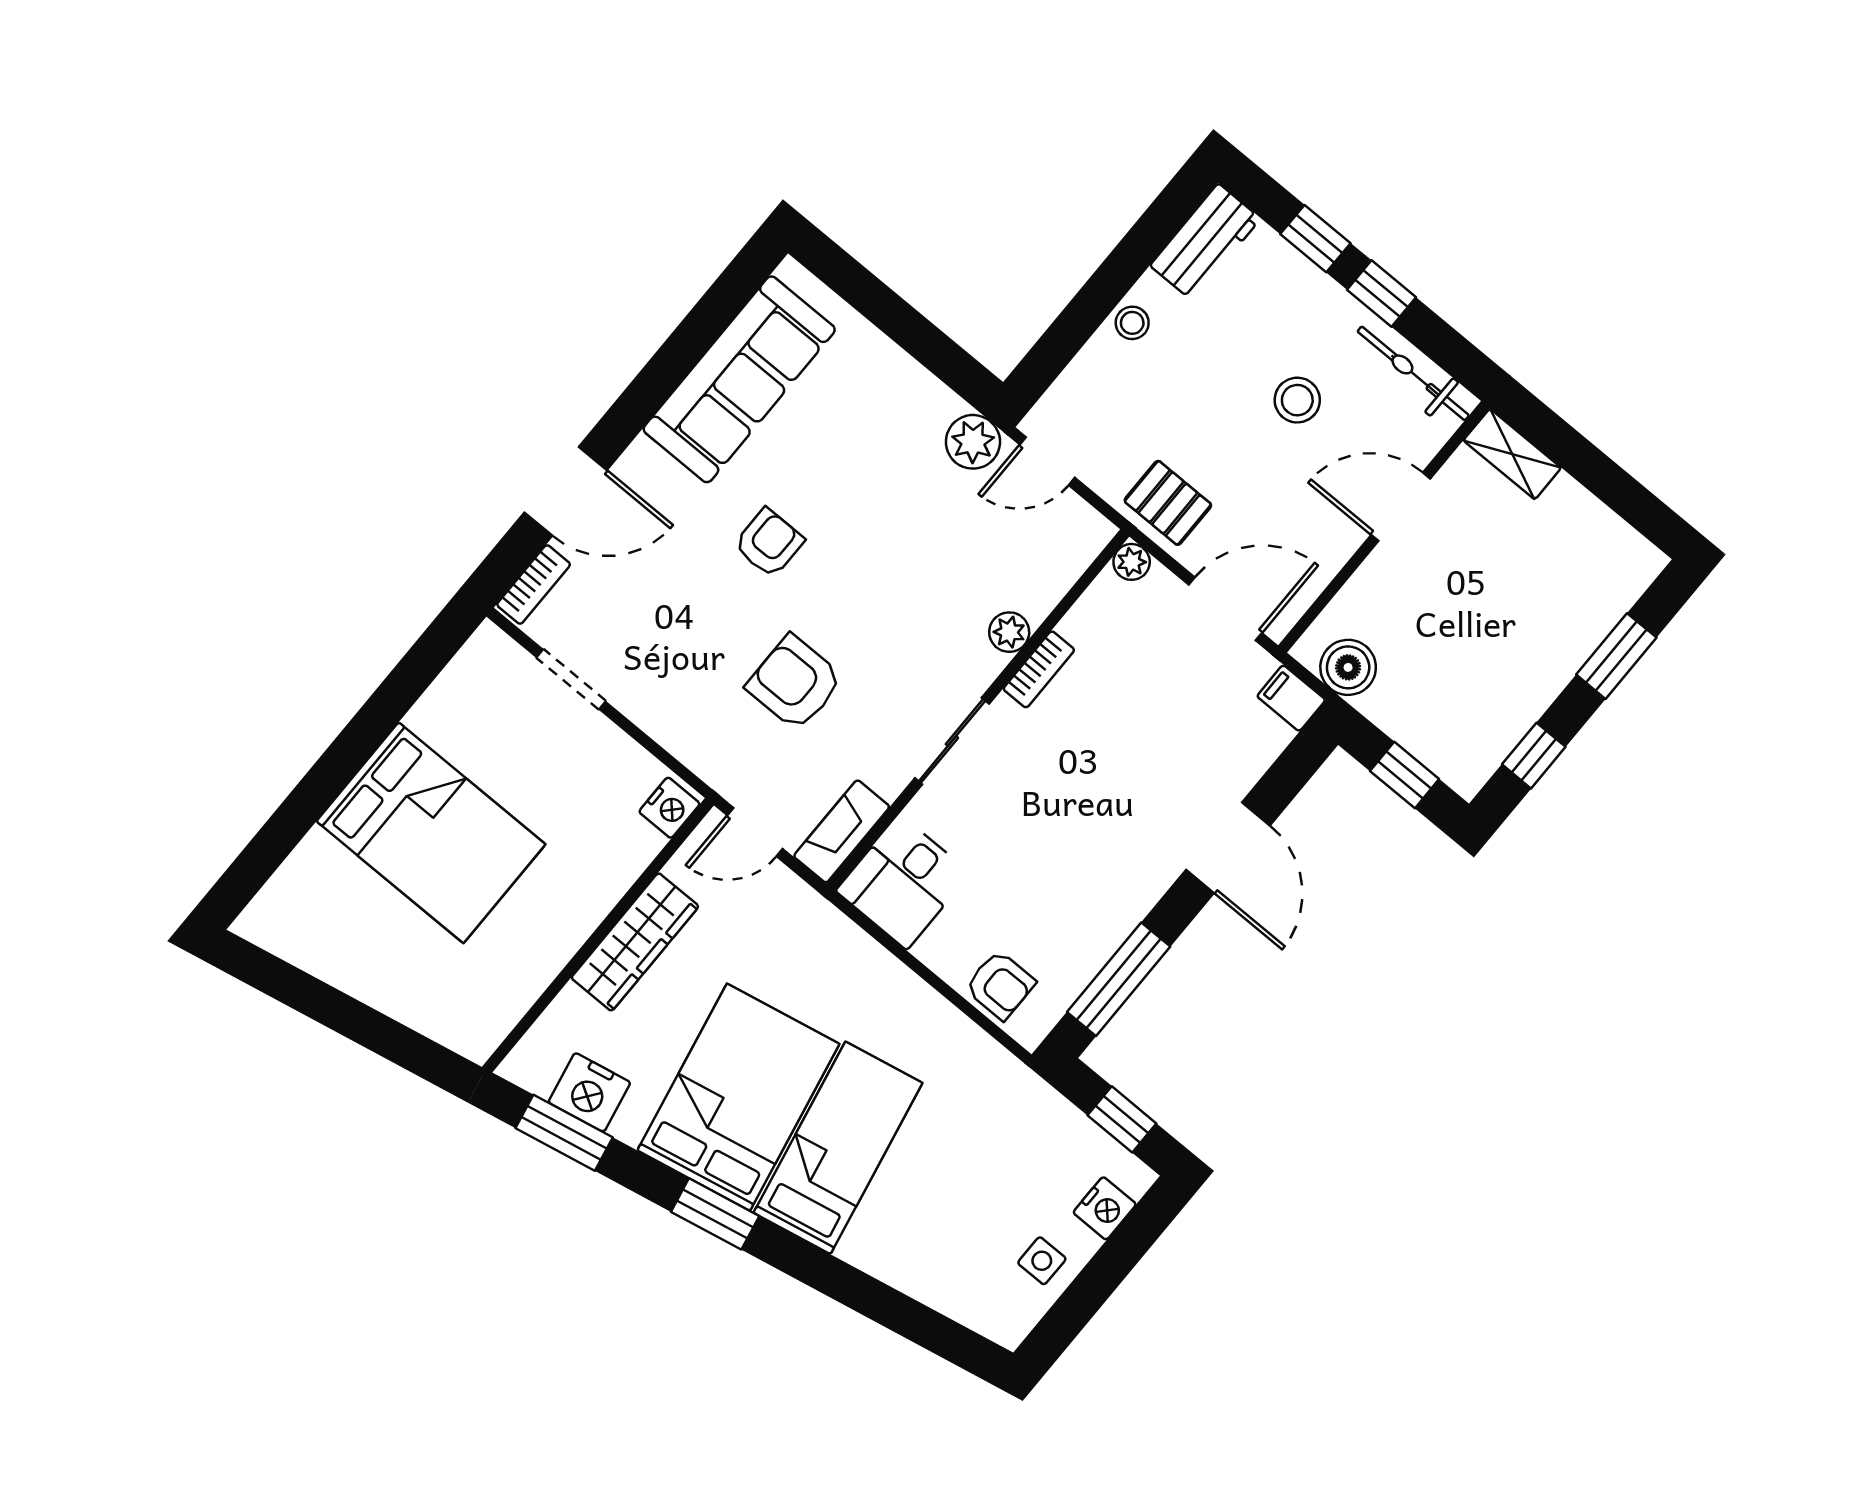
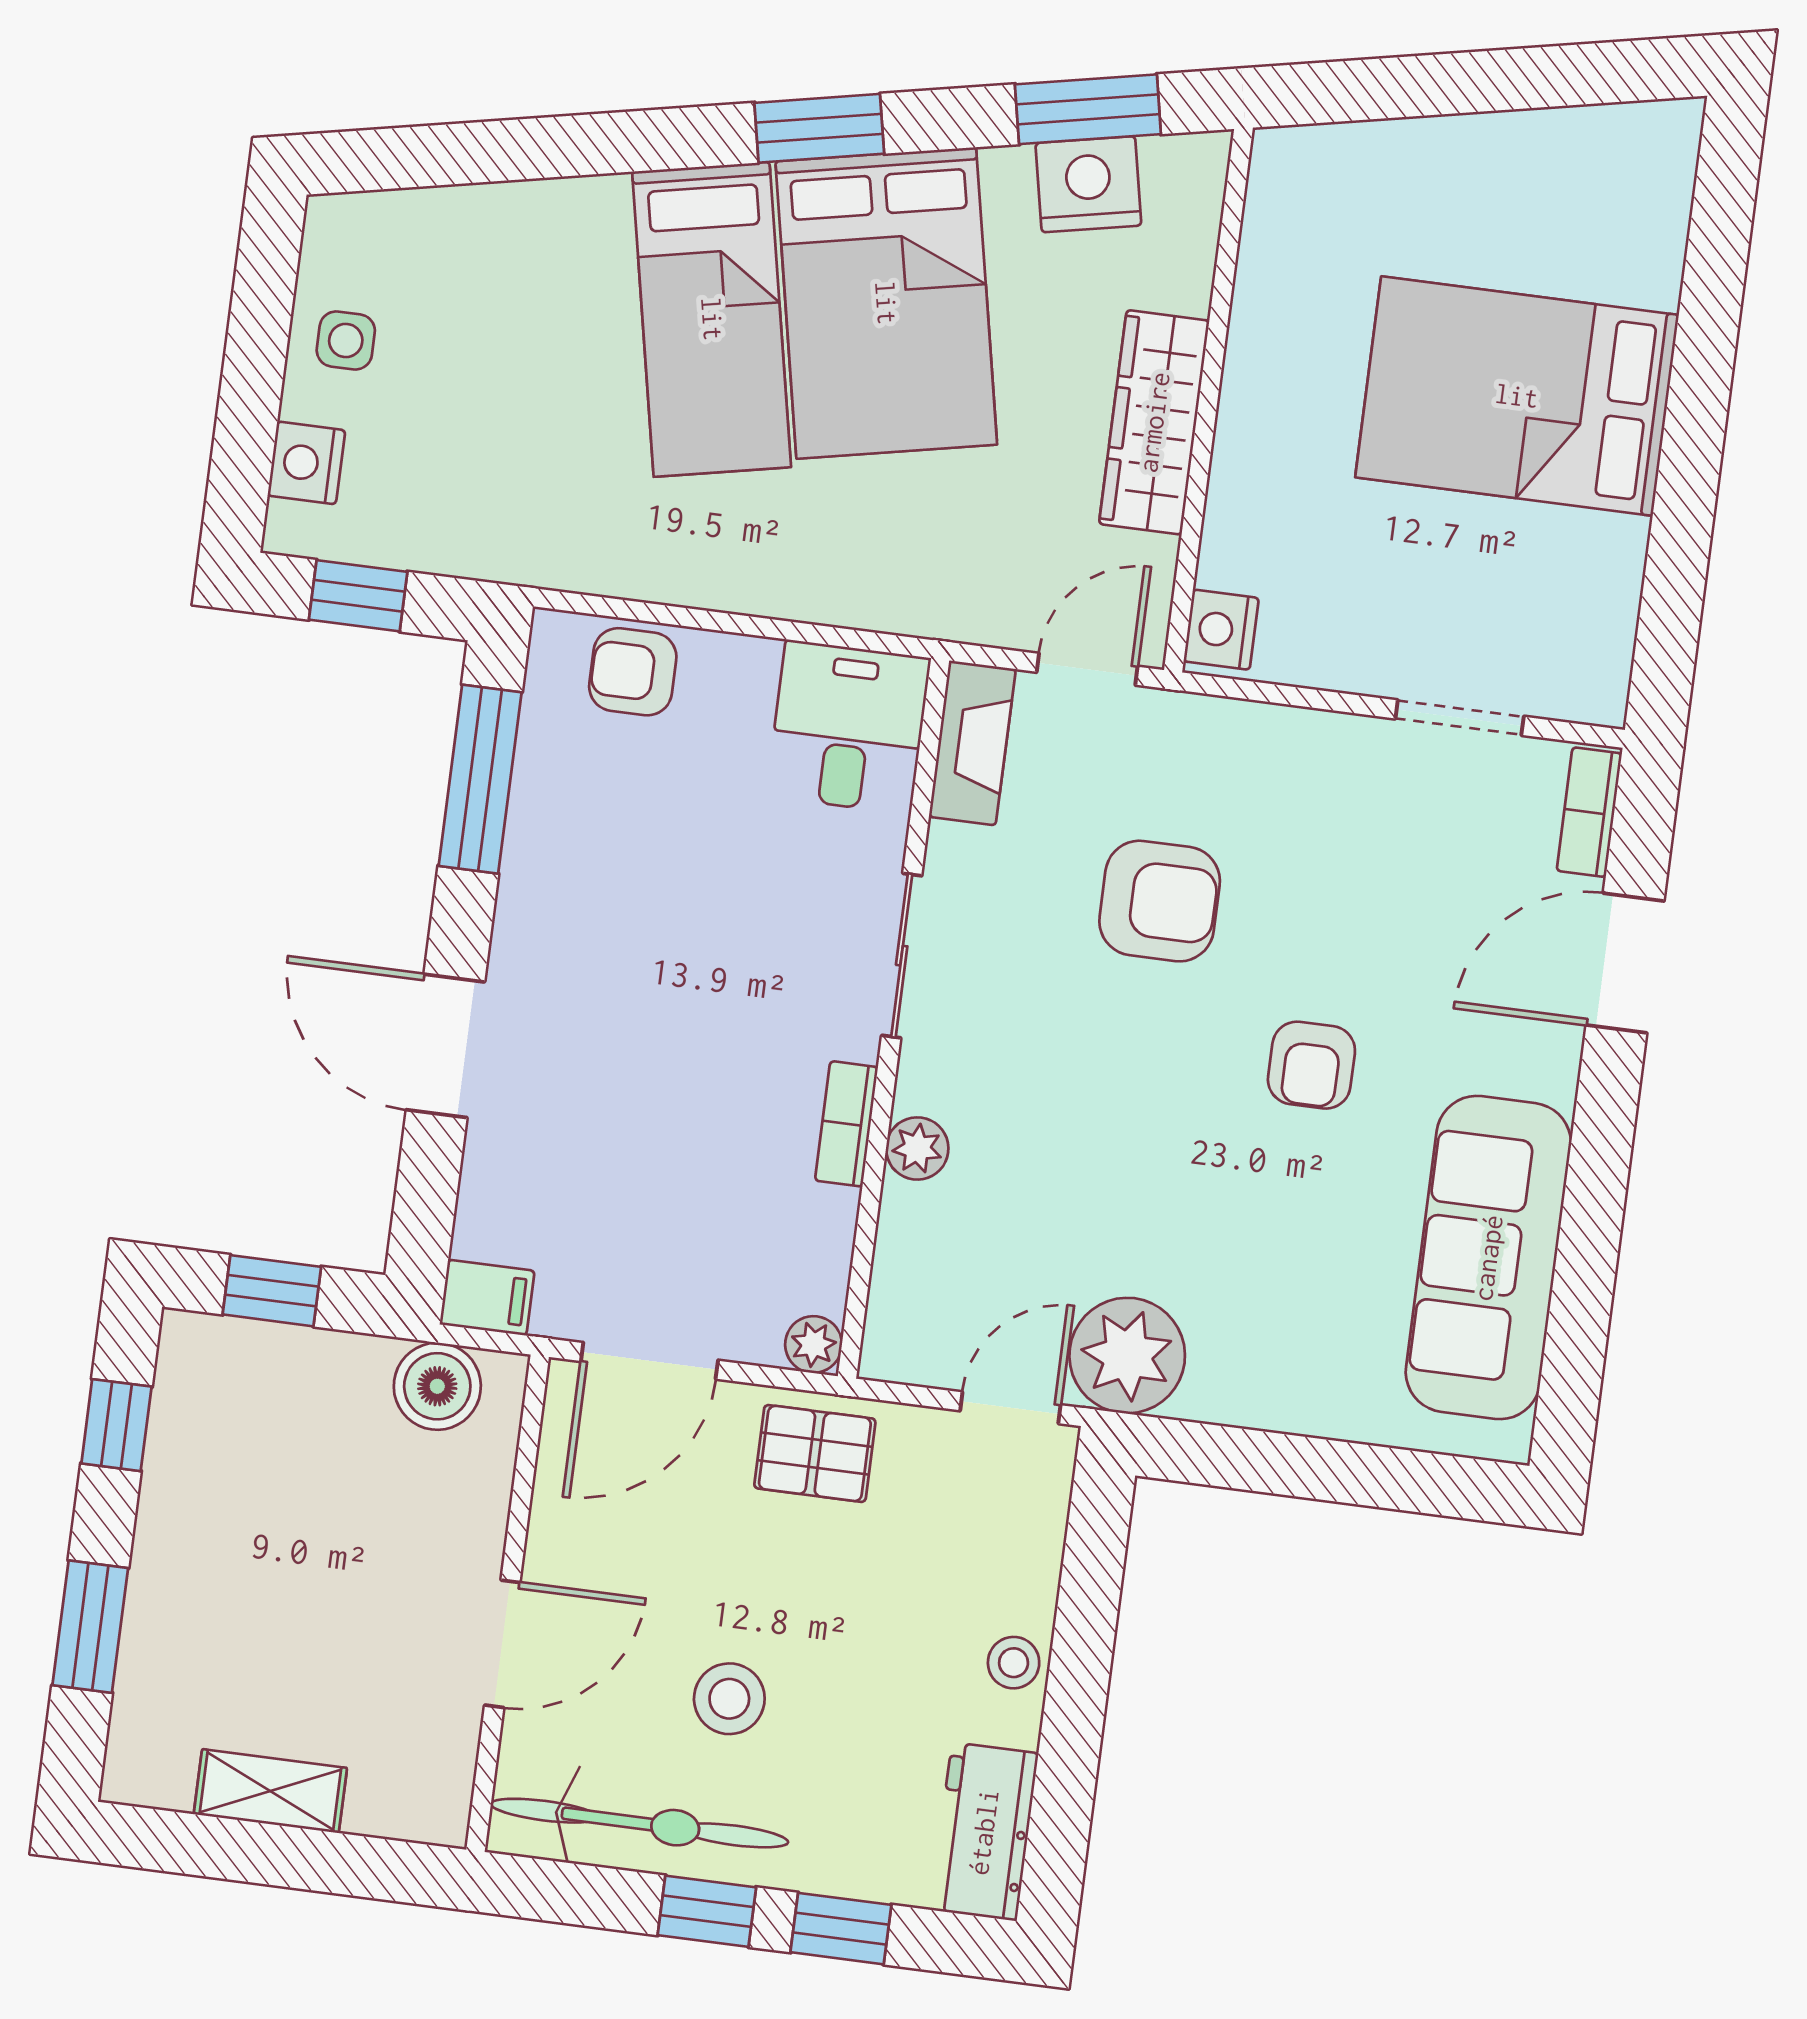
bicycle: (1413, 373) -> (639, 1823), width x1.37, depth x1.40
plant: (973, 442) -> (1127, 1356), width x1.36, depth x1.36
shelving: (1512, 454) -> (270, 1791), moved

